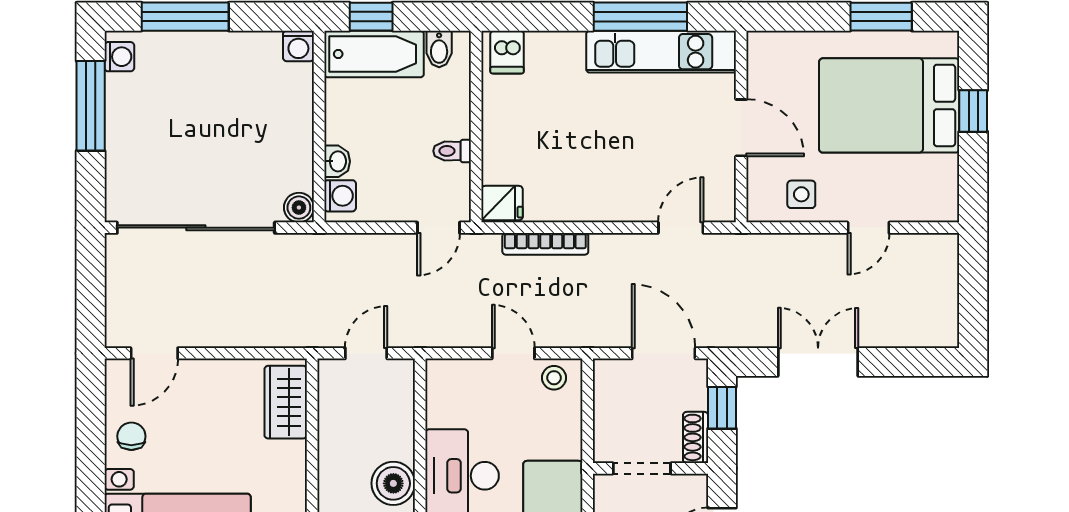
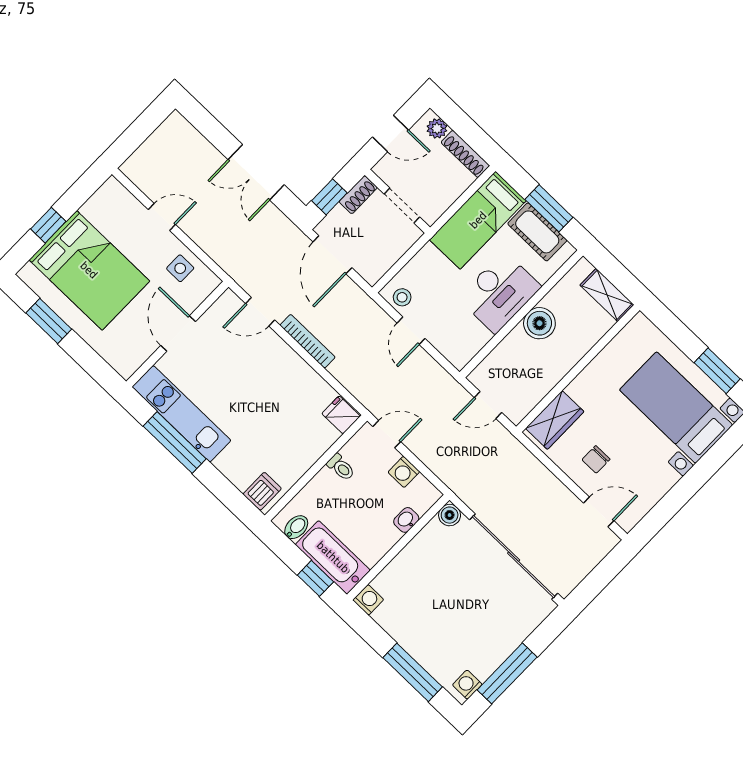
washing machine: (340, 196) -> (404, 472), moved, turned -90
bookcase: (545, 244) -> (308, 341), moved
chair: (131, 436) -> (596, 459), moved

